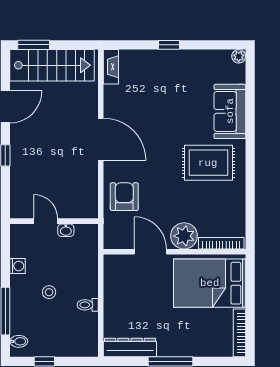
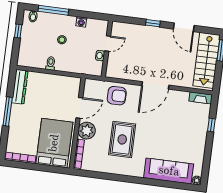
window: (169, 45) -> (211, 125), moved
sofa: (230, 111) -> (169, 171), width x1.36
rug: (208, 163) -> (122, 139), moved

